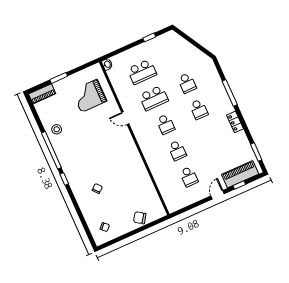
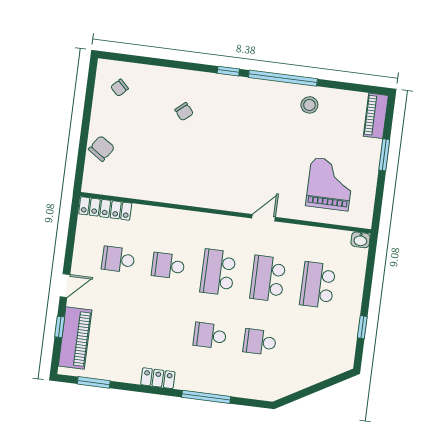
school desk: (165, 124) -> (218, 272), width x1.85
door: (218, 195) -> (65, 286), hinge flipped
locker: (168, 198) -> (105, 208), added

